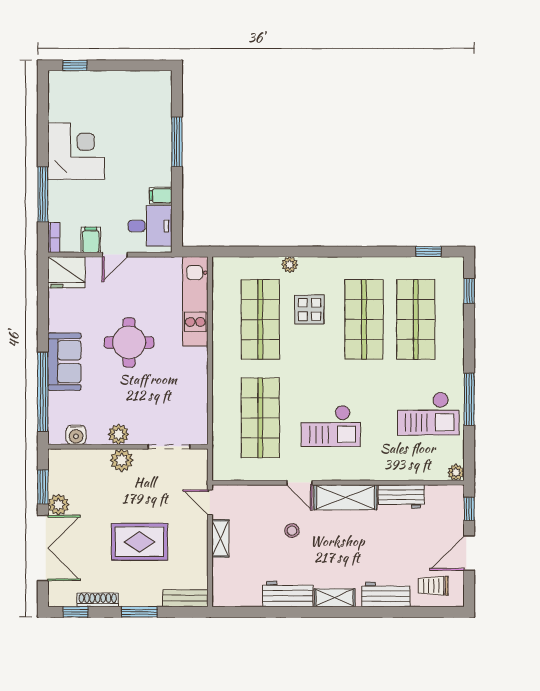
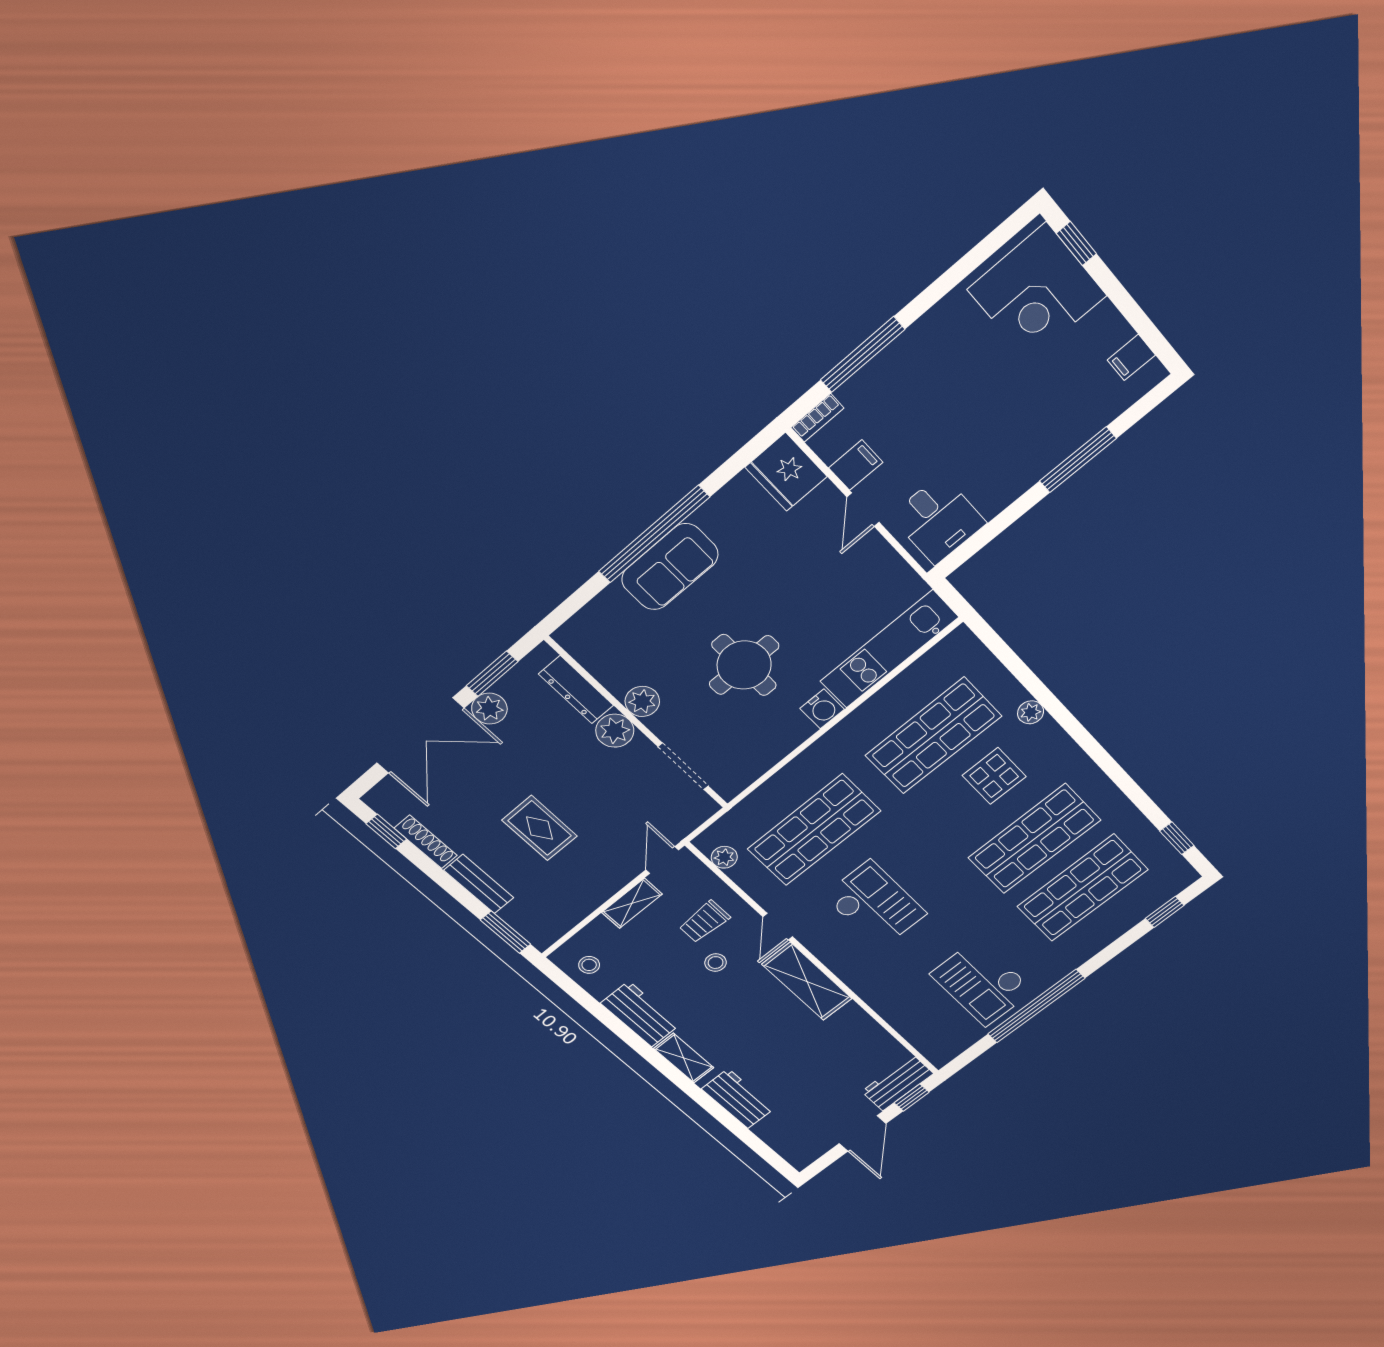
corner desk: (76, 151) -> (1037, 292), moved, turned 90
filing cabinet: (161, 196) -> (1131, 357), moved, turned -90
door: (115, 255) -> (863, 510), hinge flipped
round table: (129, 342) -> (744, 665), moved
window: (43, 392) -> (654, 534), moved
window: (469, 399) -> (1036, 1006), width x1.46
checkout: (331, 426) -> (875, 905), turned 180
water cooler: (76, 435) -> (822, 709), moved, turned -90
dresser: (85, 458) -> (576, 690), added
plant: (456, 473) -> (724, 857), moved
workbench: (401, 497) -> (897, 1083), moved, turned 90
rug: (140, 542) -> (540, 828), width x0.73, depth x0.70
door: (469, 553) -> (863, 1134), swing flipped
trolley: (433, 586) -> (704, 922), moved, turned -90
stool: (236, 591) -> (589, 965), added
bench: (185, 598) -> (479, 884), moved
window: (139, 612) -> (505, 932), moved

